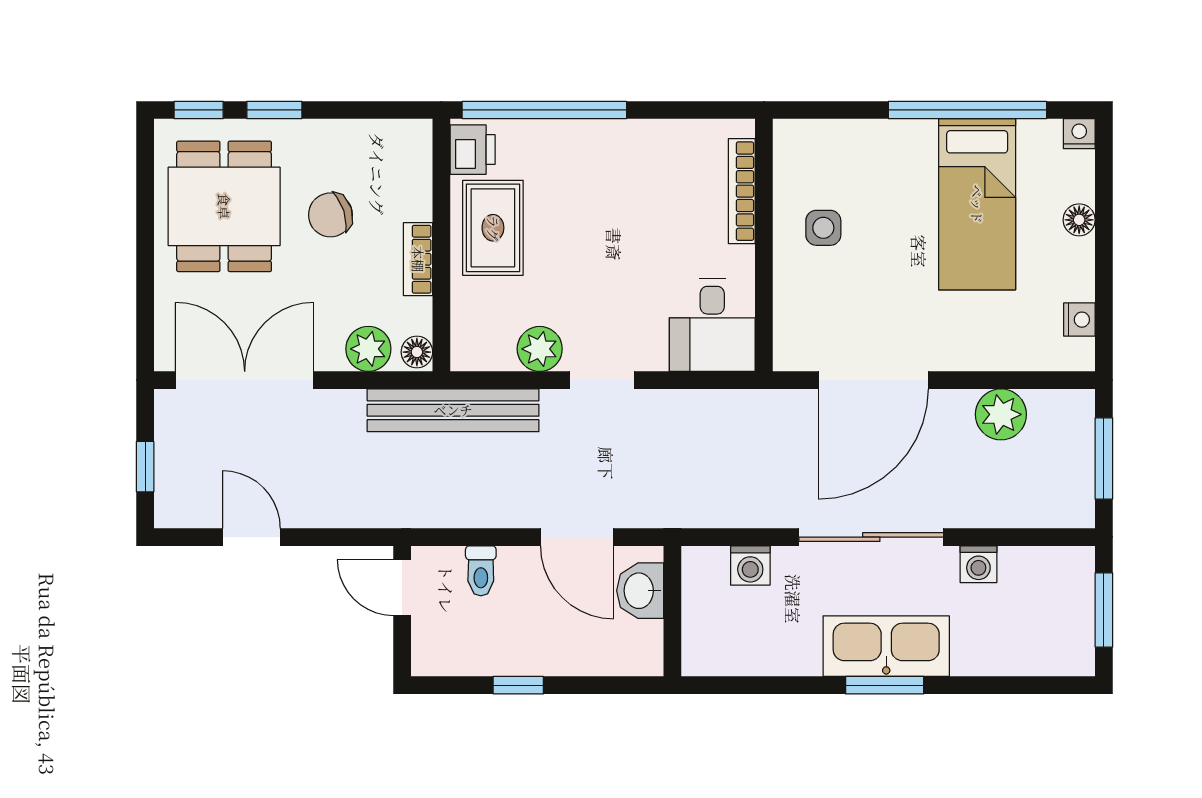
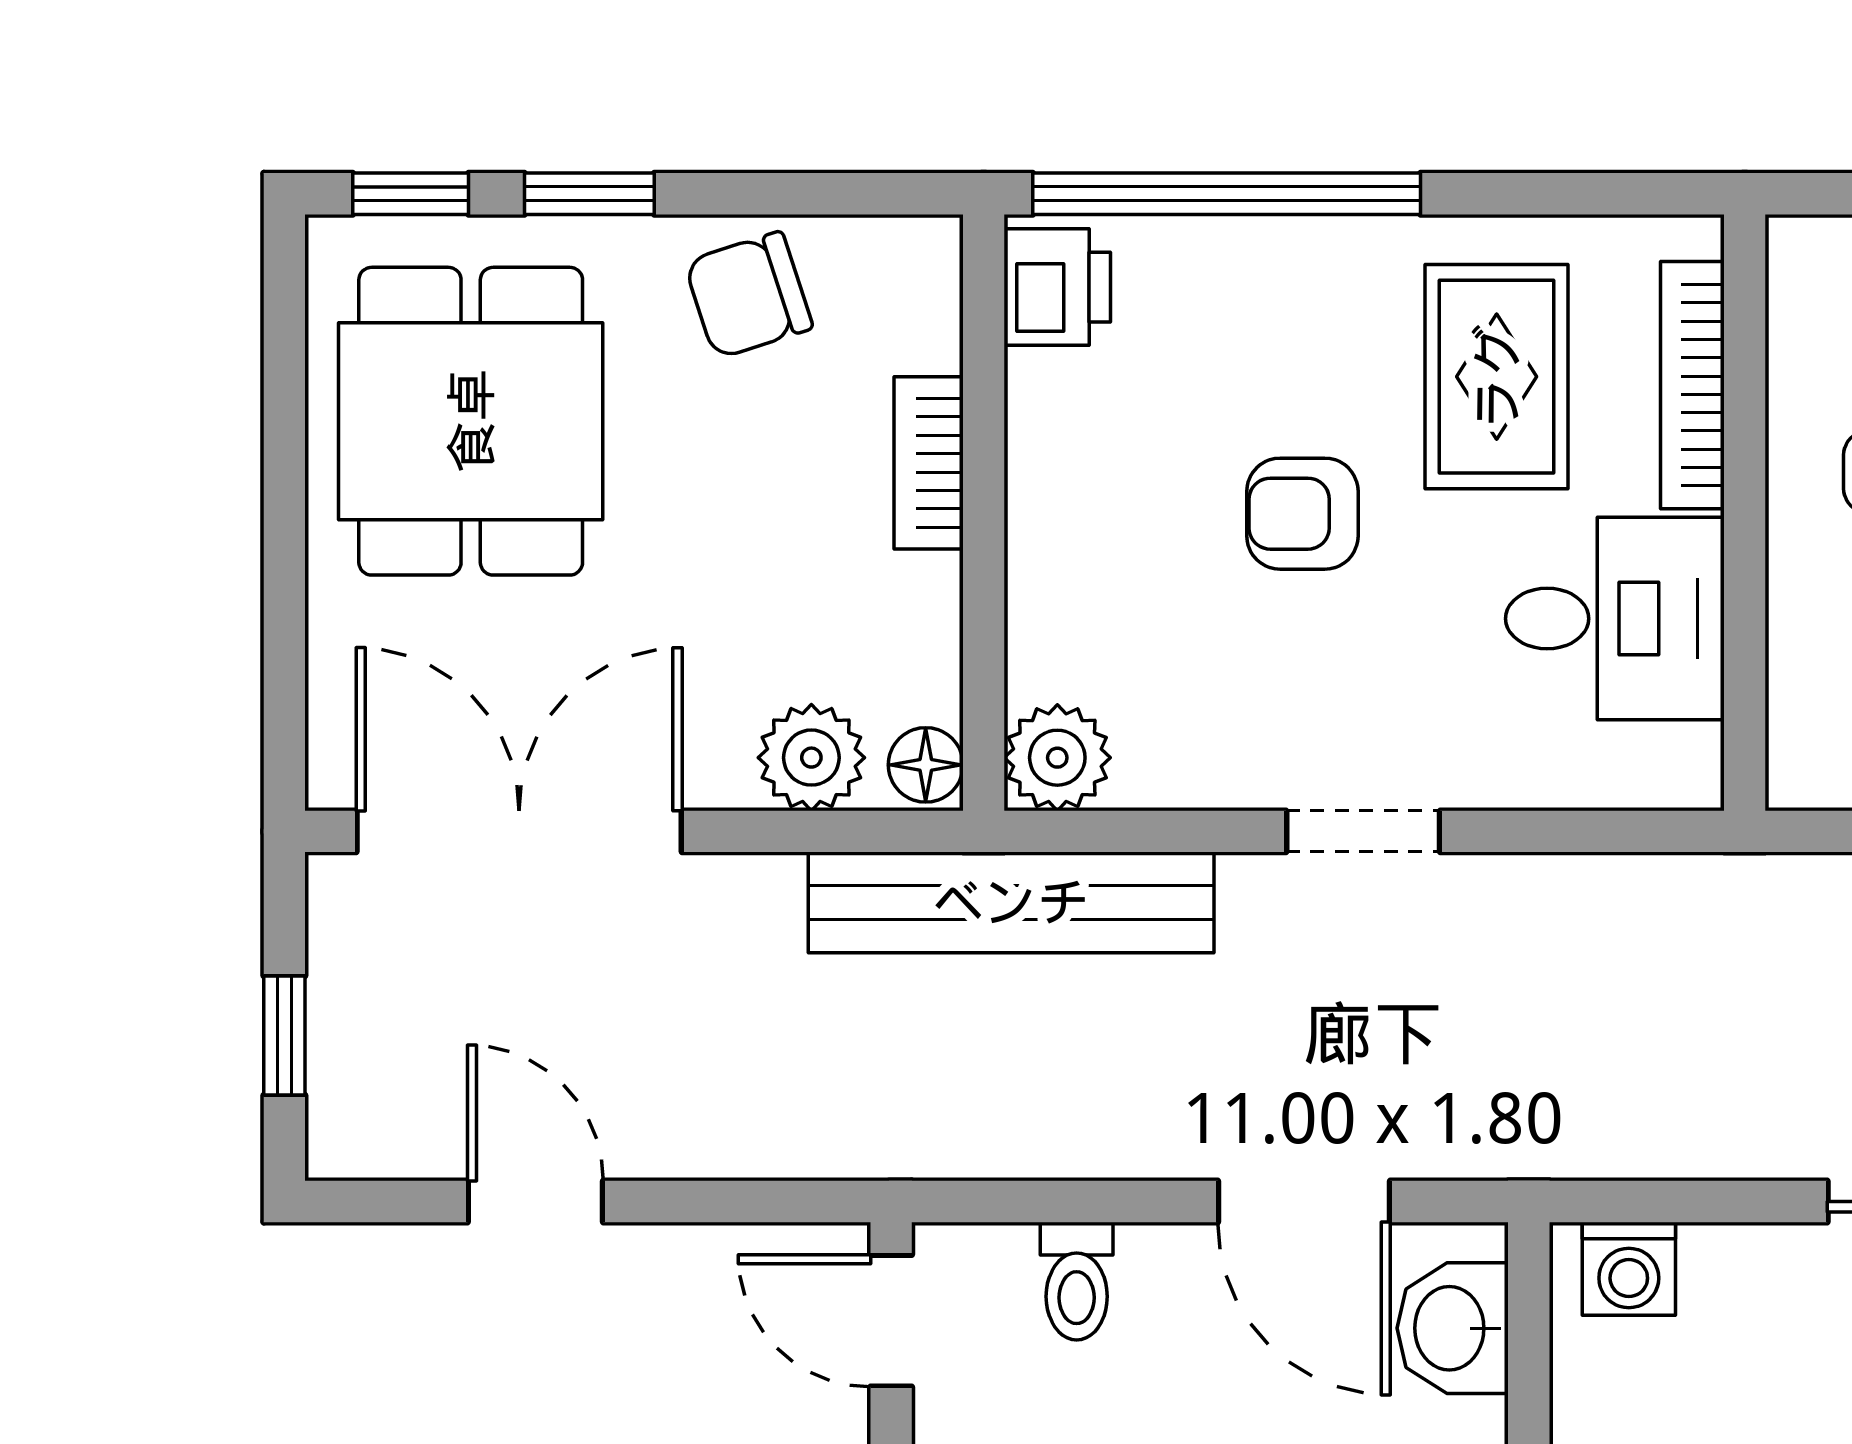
chair: (330, 215) -> (748, 295), moved
rug: (493, 228) -> (1497, 377), moved
armchair: (577, 246) -> (1302, 514), added
bookcase: (418, 259) -> (929, 463), moved
desk: (712, 325) -> (1615, 619), moved, turned -90
plant: (540, 349) -> (1057, 758), moved
washing machine: (750, 565) -> (1629, 1269), moved

